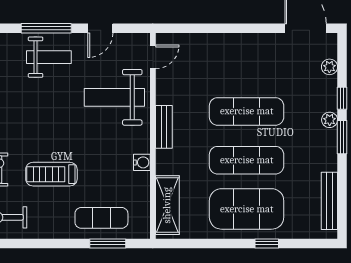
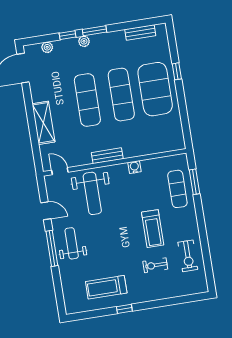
bench: (329, 201) -> (140, 32), width x0.73
shelving: (167, 205) -> (43, 123), moved, turned 90

